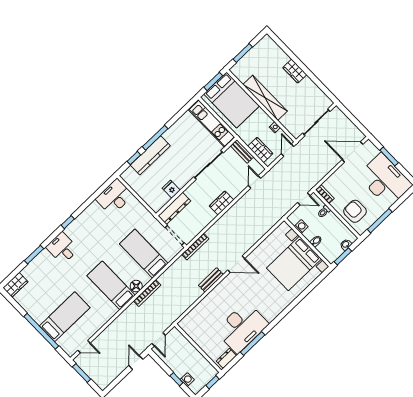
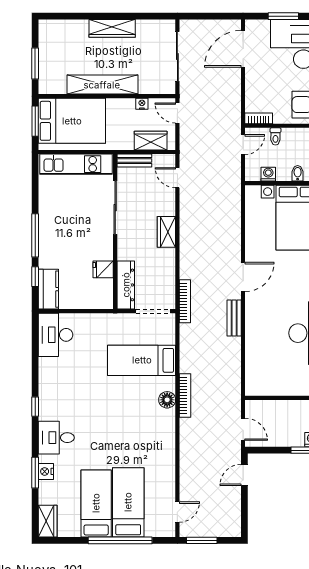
wardrobe: (295, 71) -> (112, 28), width x1.50
kitchen counter: (150, 155) -> (48, 289), moved, width x0.67
nightstand: (40, 259) -> (46, 471), added
bed: (111, 285) -> (96, 503), moved, turned 90
door: (136, 362) -> (244, 475), hinge flipped

